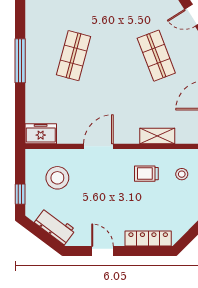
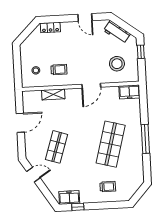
shop shelf: (74, 56) -> (111, 144), width x1.43, depth x1.36
shop shelf: (156, 56) -> (57, 147), turned 39
locker: (148, 238) -> (50, 27), width x0.66

